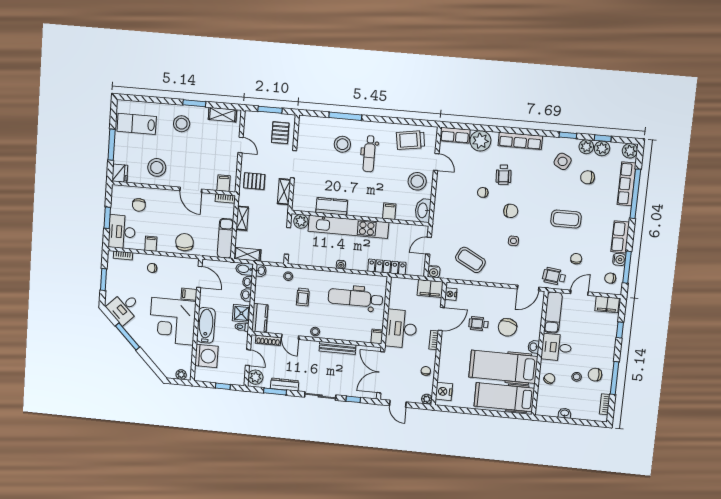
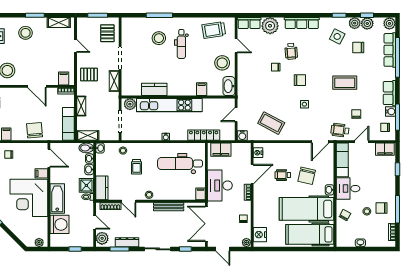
filing cabinet: (430, 288) -> (221, 150), moved

